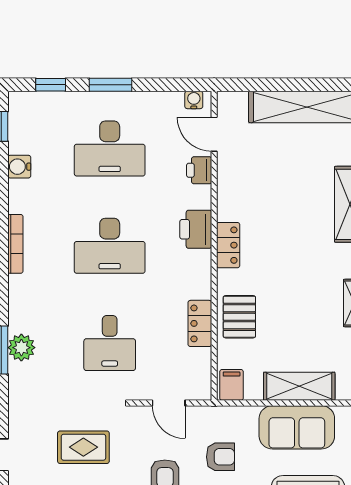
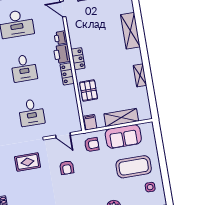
printer: (199, 170) -> (61, 38), moved
desk: (110, 246) -> (24, 68), width x0.73
locker: (200, 323) -> (67, 74), moved
armchair: (220, 457) -> (92, 145), moved

